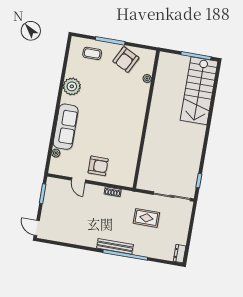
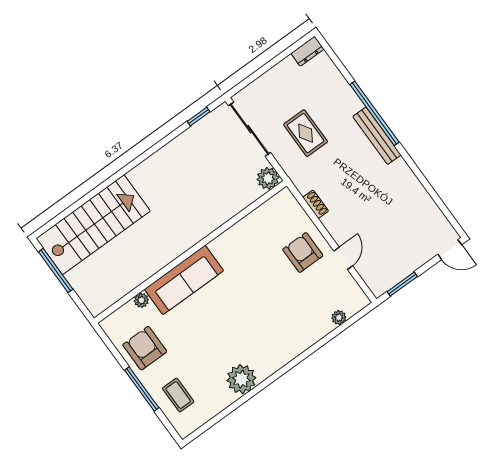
armchair: (126, 60) -> (145, 348), turned -117
sofa: (66, 127) -> (184, 280), moved, turned 180
plant: (144, 183) -> (268, 178), added
door: (37, 228) -> (450, 250), hinge flipped

